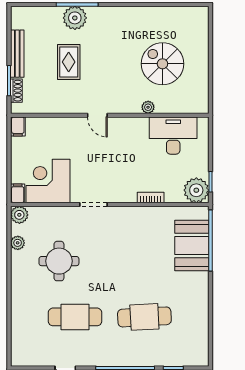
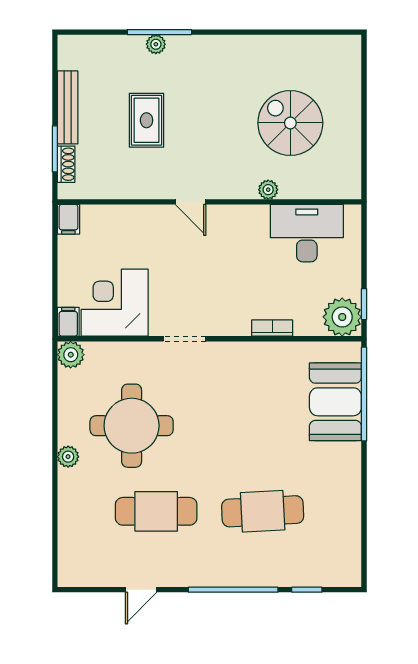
plant: (75, 18) -> (156, 44), width x0.53, depth x0.53
plant: (18, 243) -> (68, 457), moved
round table: (59, 261) -> (132, 426), width x1.36, depth x1.36

